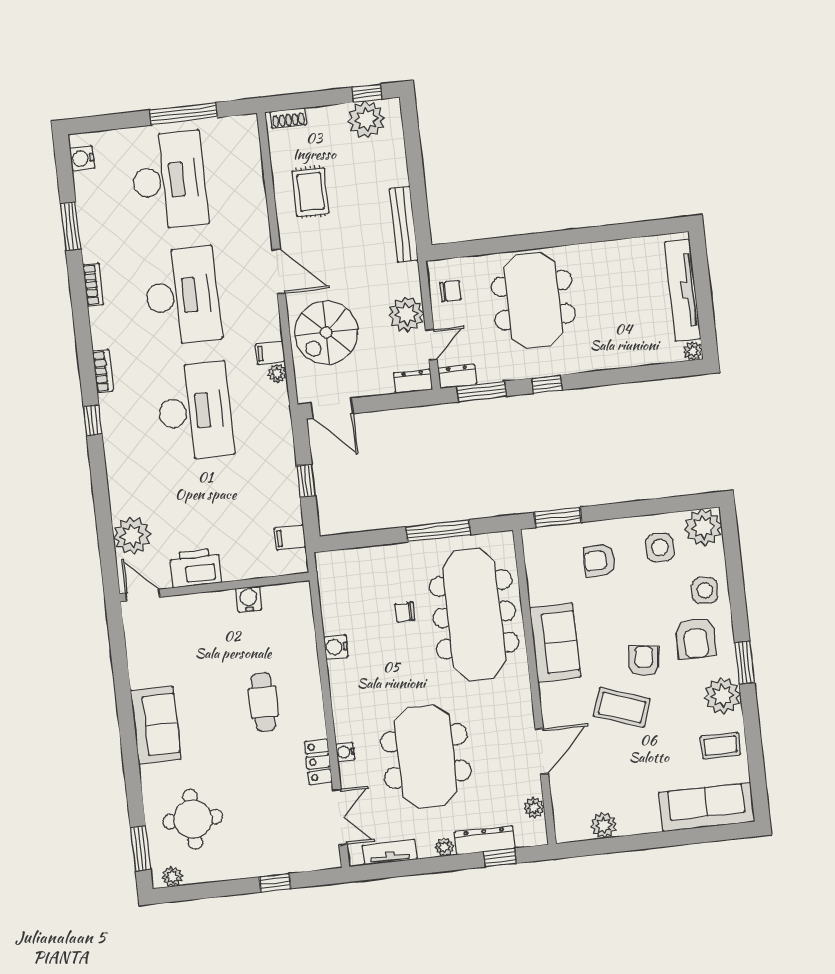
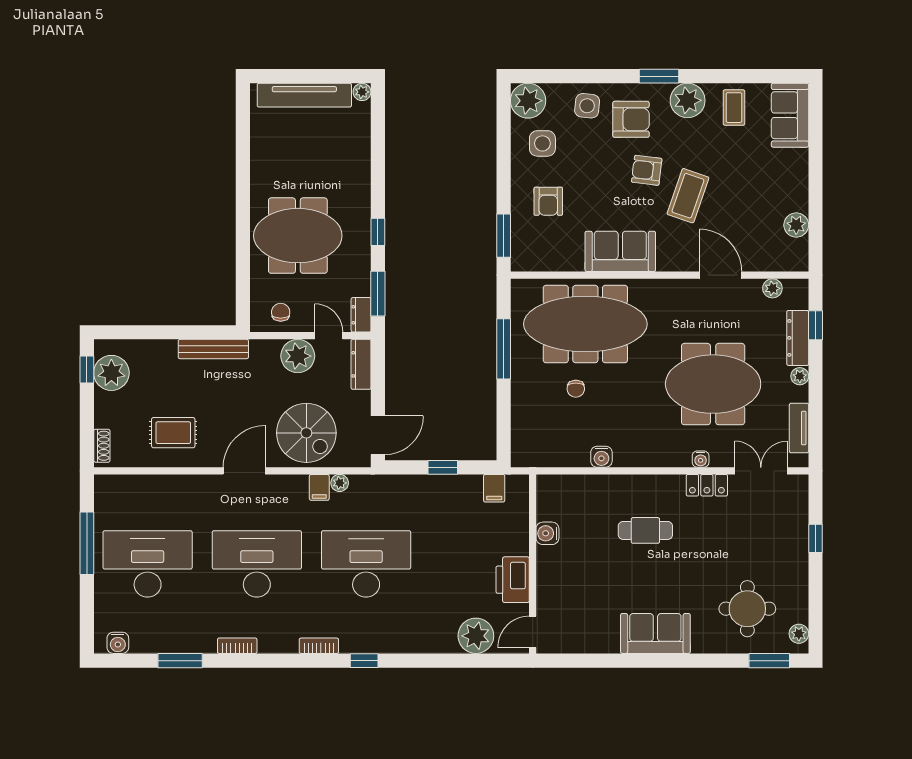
dresser: (413, 381) -> (361, 364), width x1.44
sofa: (707, 807) -> (790, 115), width x0.73

